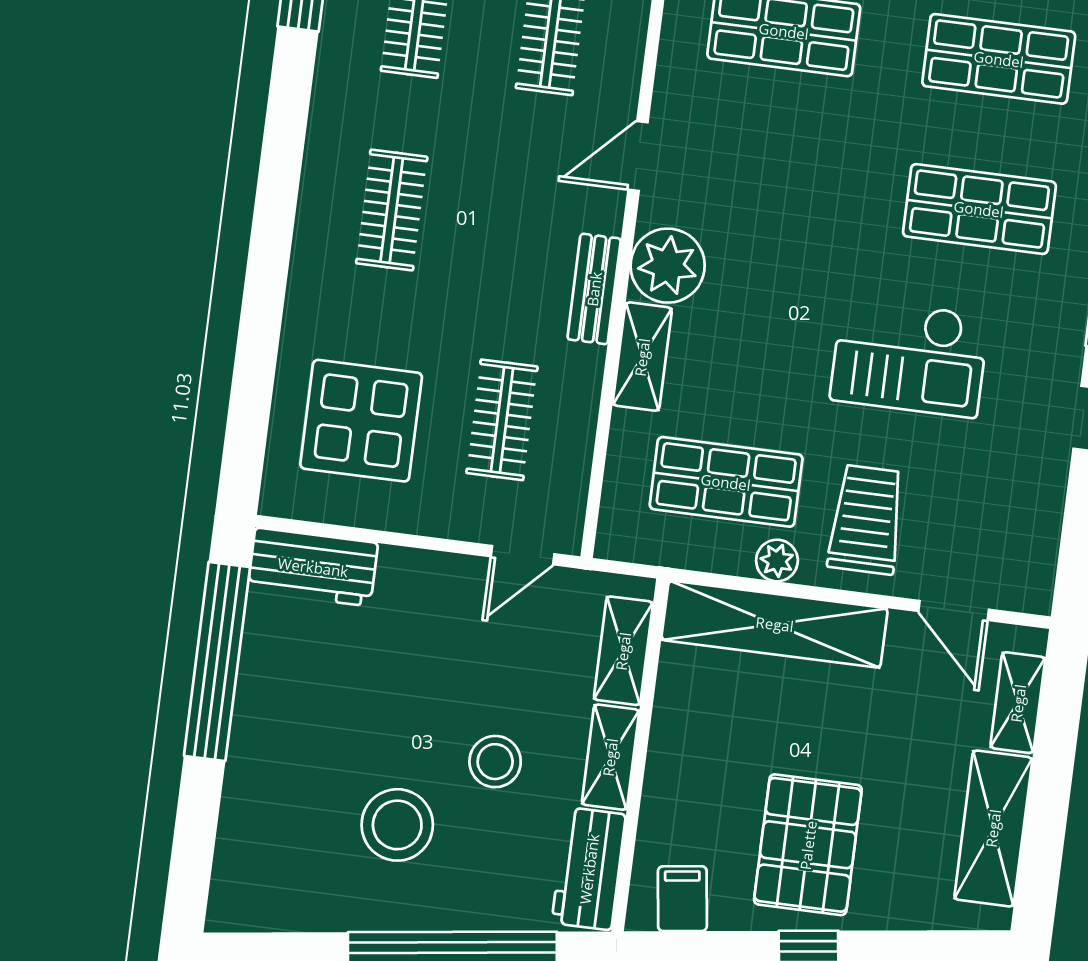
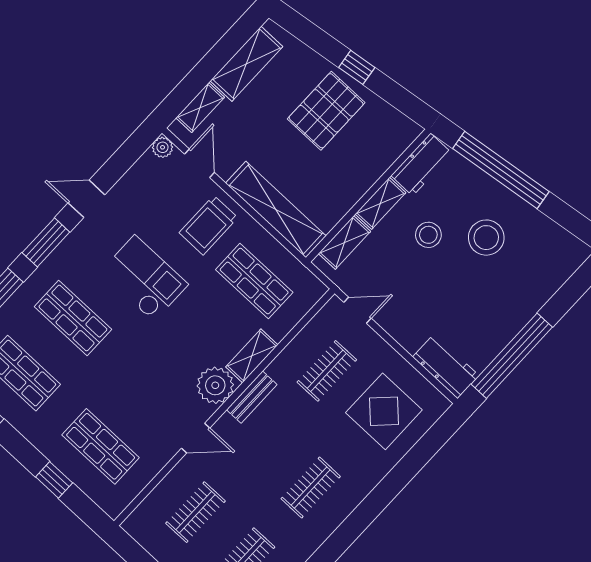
plant: (777, 561) -> (163, 147), moved
filing cabinet: (682, 899) -> (392, 125), removed

